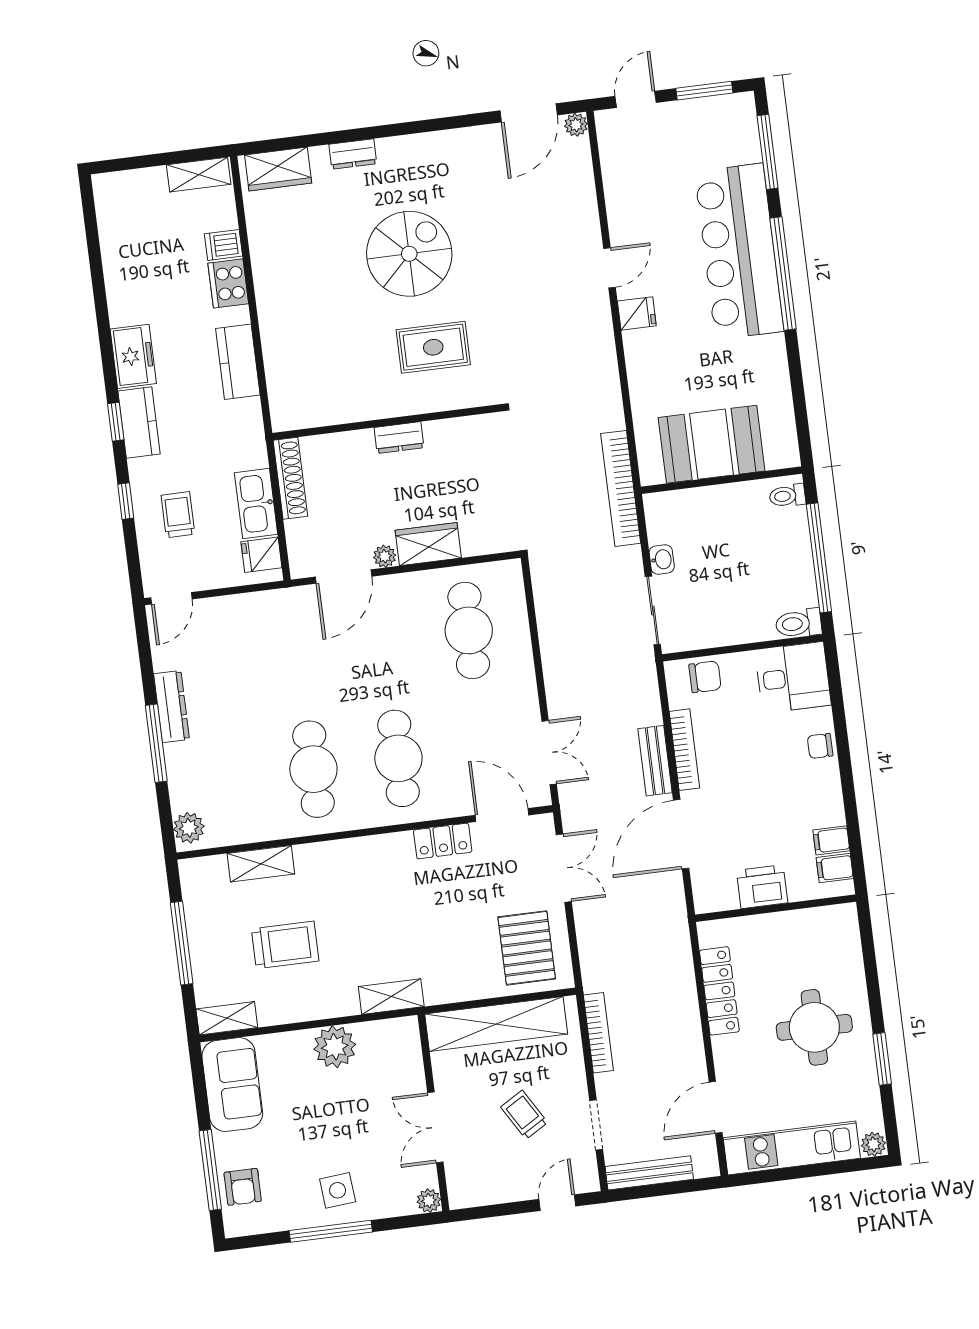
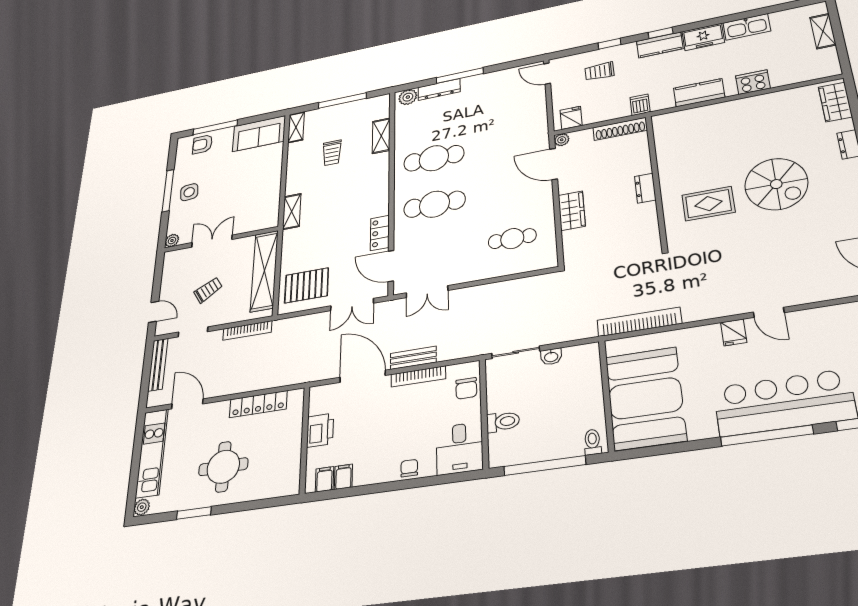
shelving: (199, 175) -> (823, 31), moved
dishwasher: (224, 245) -> (640, 105), moved
rug: (433, 347) -> (708, 204), turned 90
booth: (712, 444) -> (645, 398), width x1.36, depth x1.42
bookcase: (621, 488) -> (639, 322), moved
kitchen sink: (256, 504) -> (747, 27), moved, turned 180
trolley: (178, 515) -> (599, 71), turned 180
plant: (385, 556) -> (562, 140), moved
toilet: (799, 623) -> (503, 422), moved, turned 90
cafe table: (469, 630) -> (512, 239), width x0.73, depth x0.74
dresser: (172, 707) -> (439, 90), moved
door: (502, 815) -> (391, 266), swing flipped
trolley: (285, 945) -> (332, 153), width x0.73, depth x0.72
plant: (335, 1047) -> (269, 184), removed

